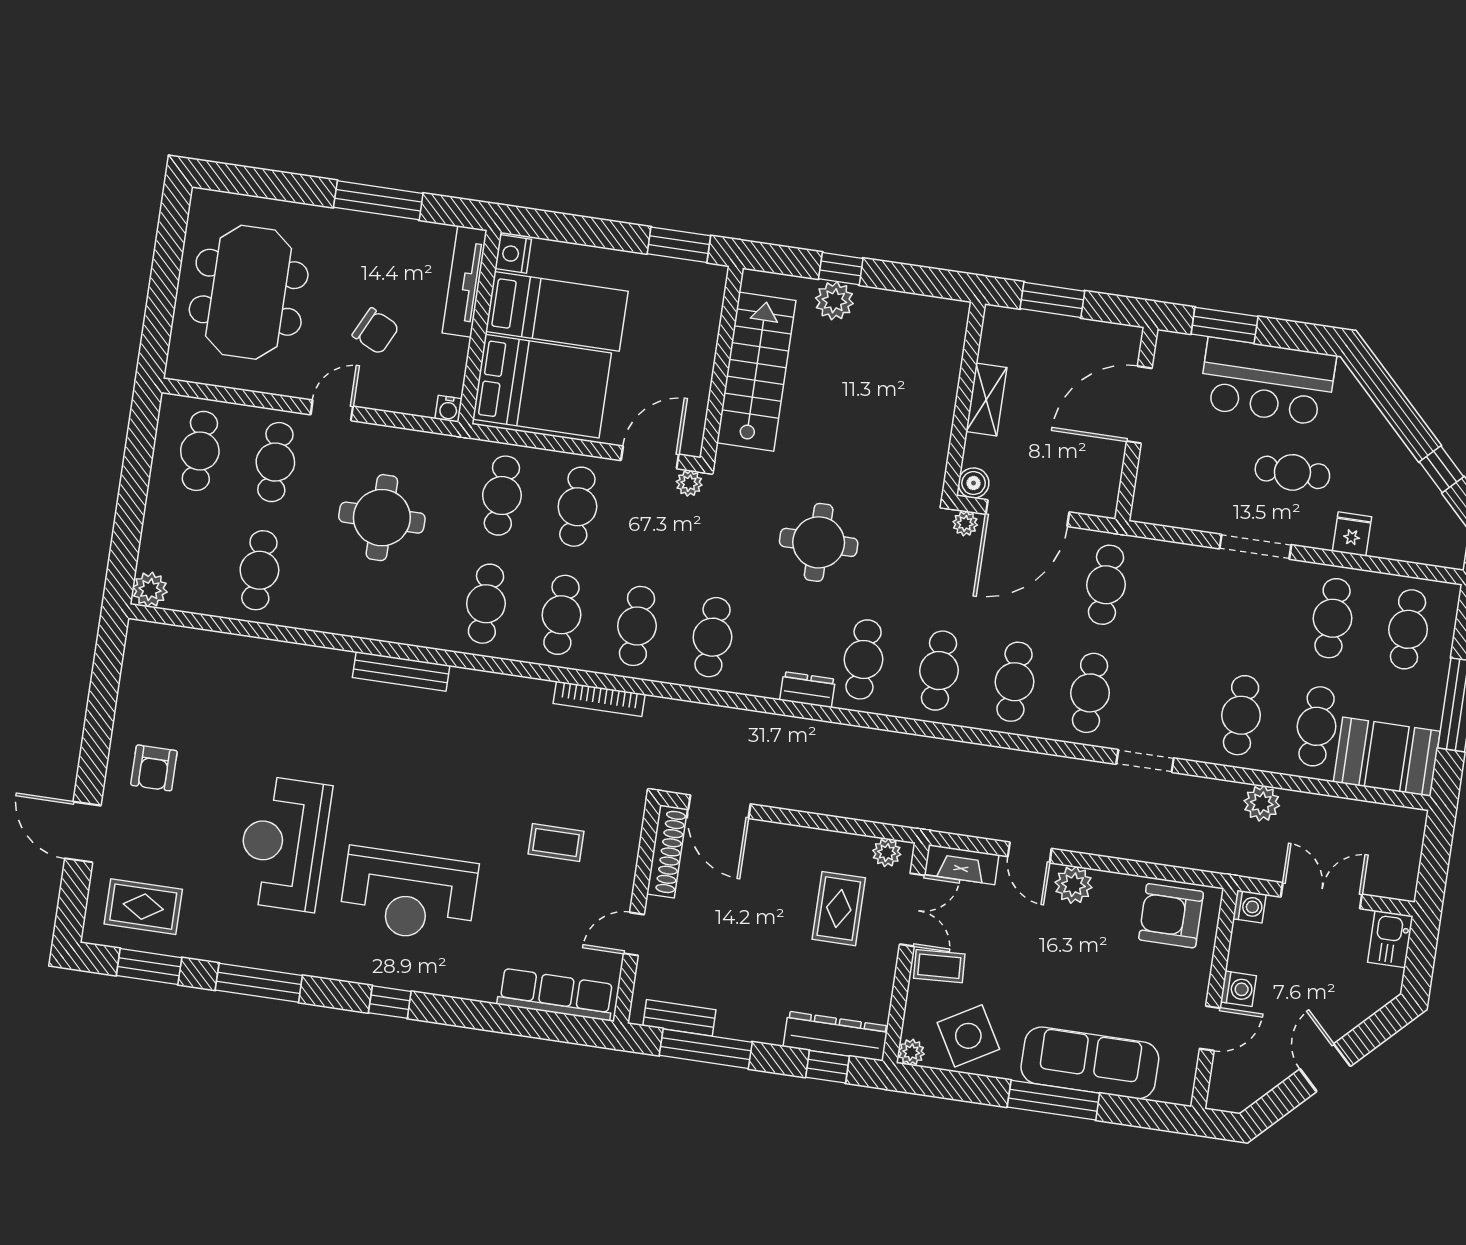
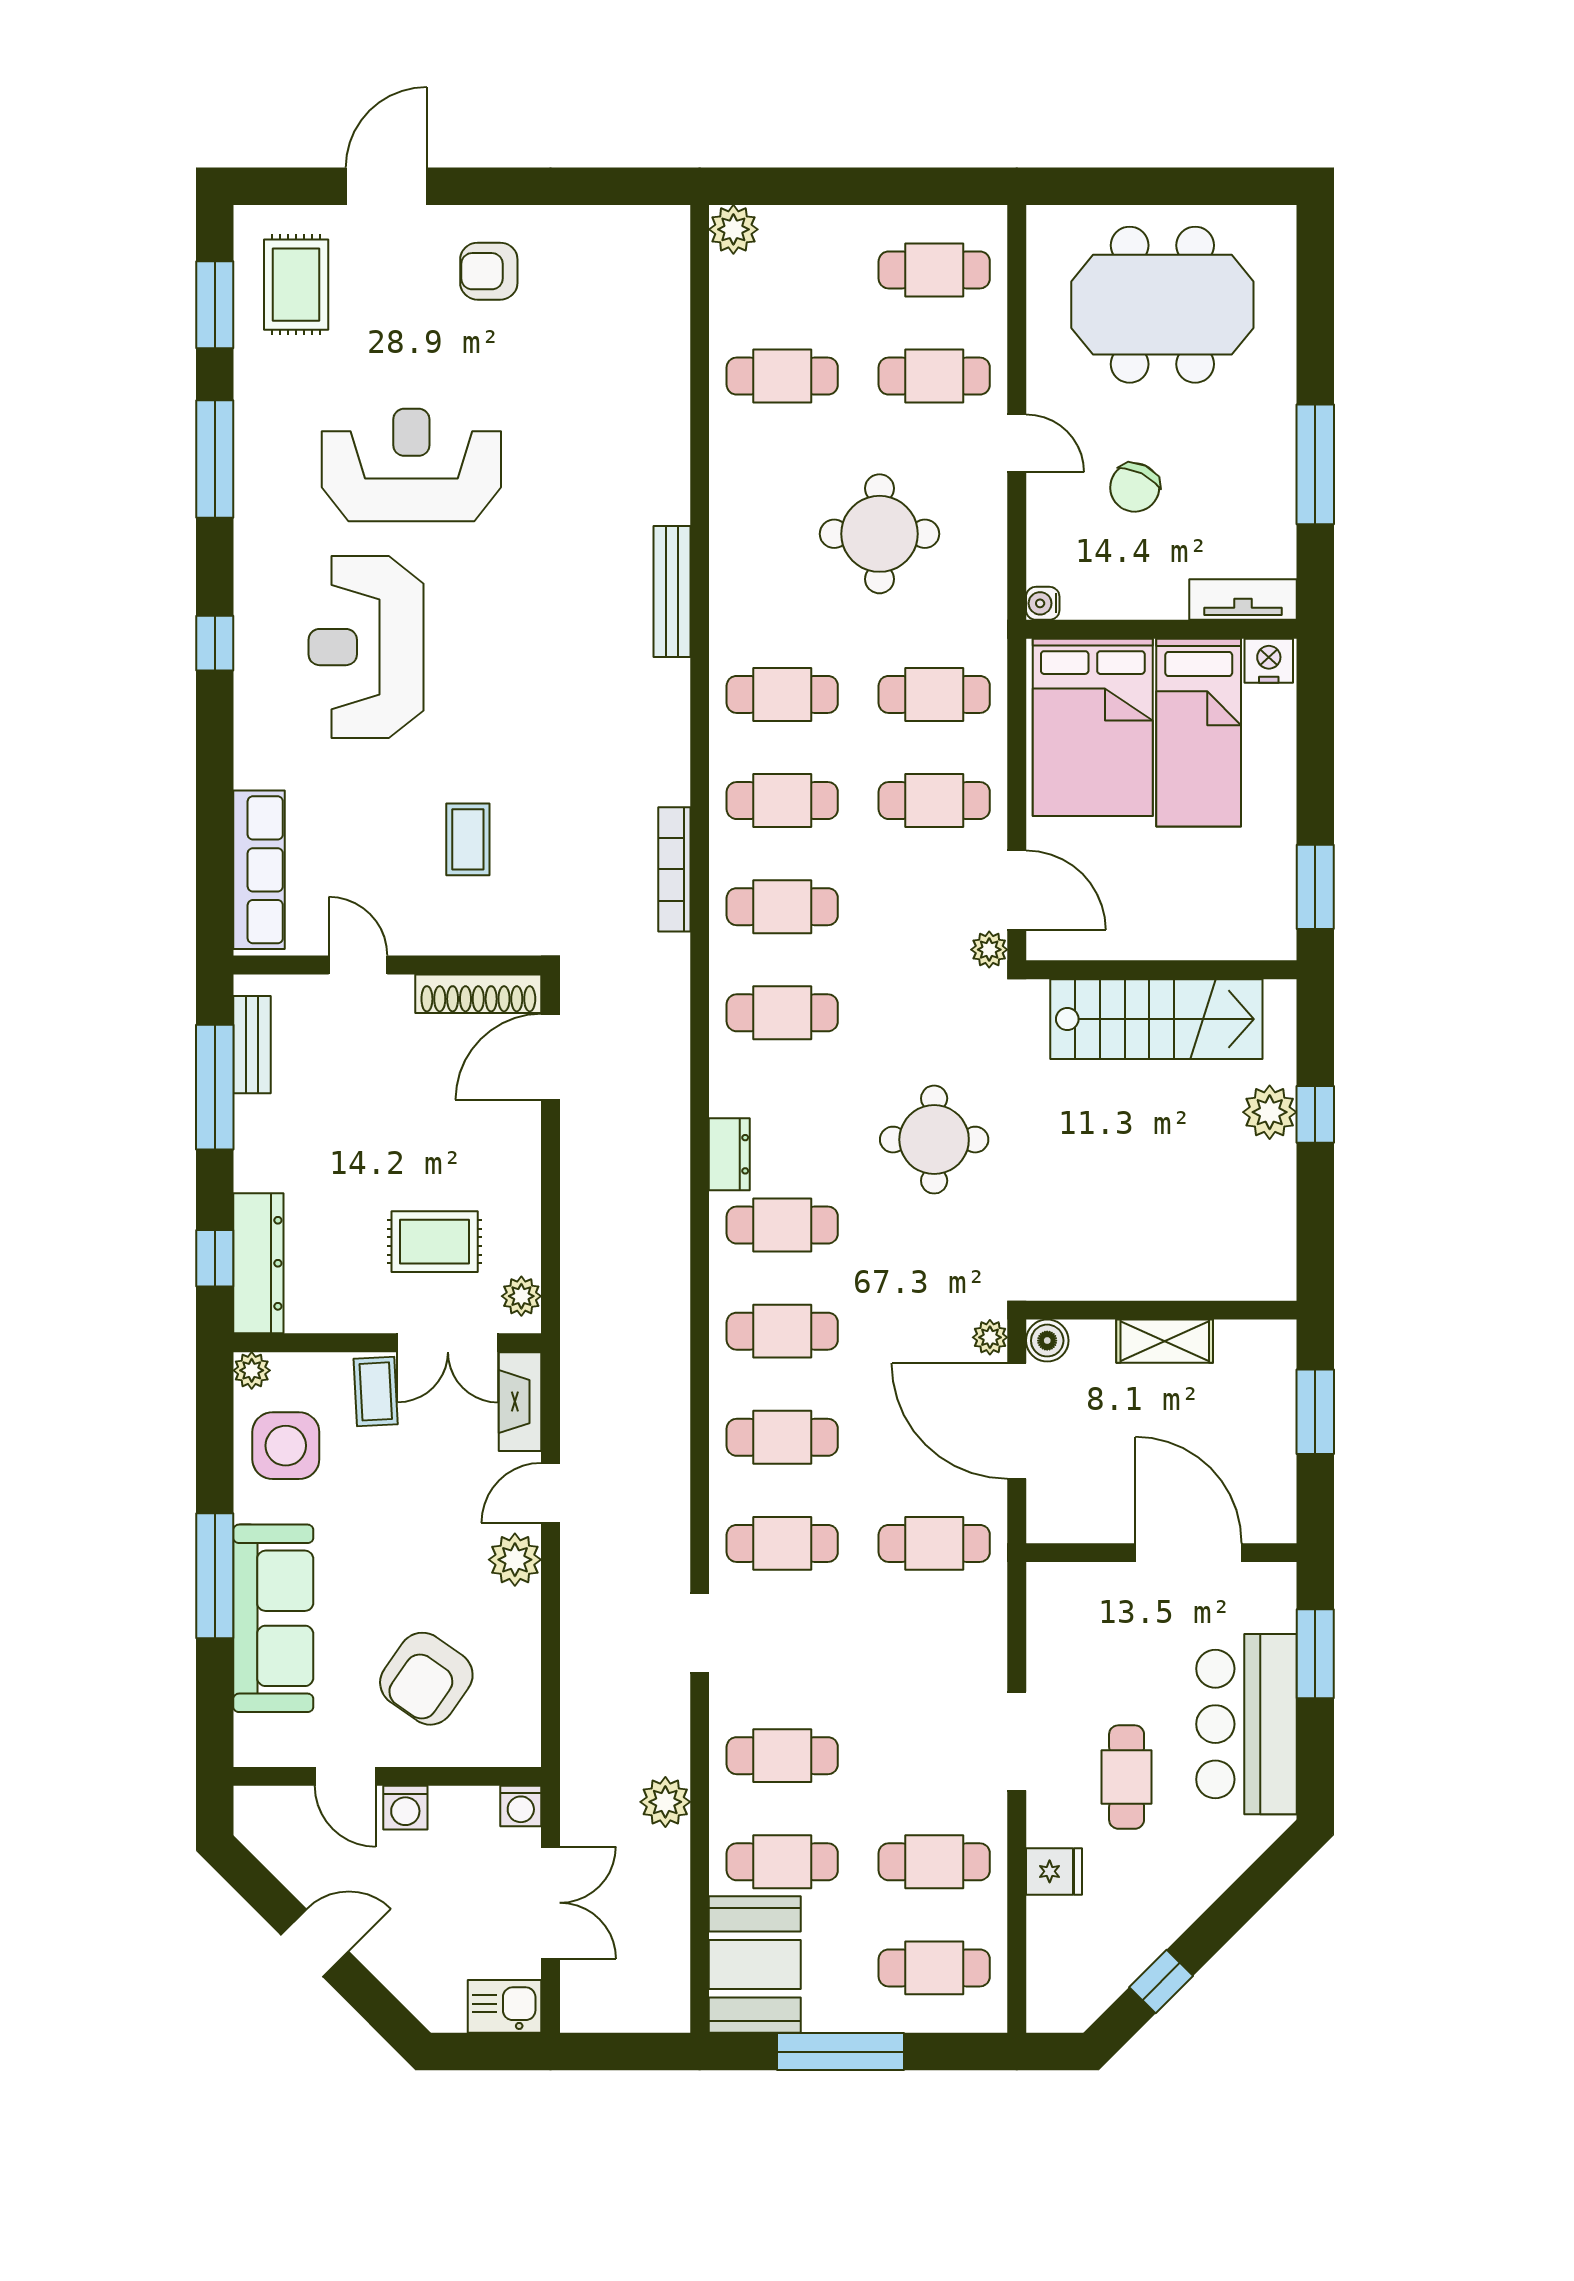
tv unit: (465, 281) -> (1243, 600), width x0.71
armchair: (1171, 916) -> (426, 1679), moved, turned -145
side table: (968, 1036) -> (286, 1446), turned 30

